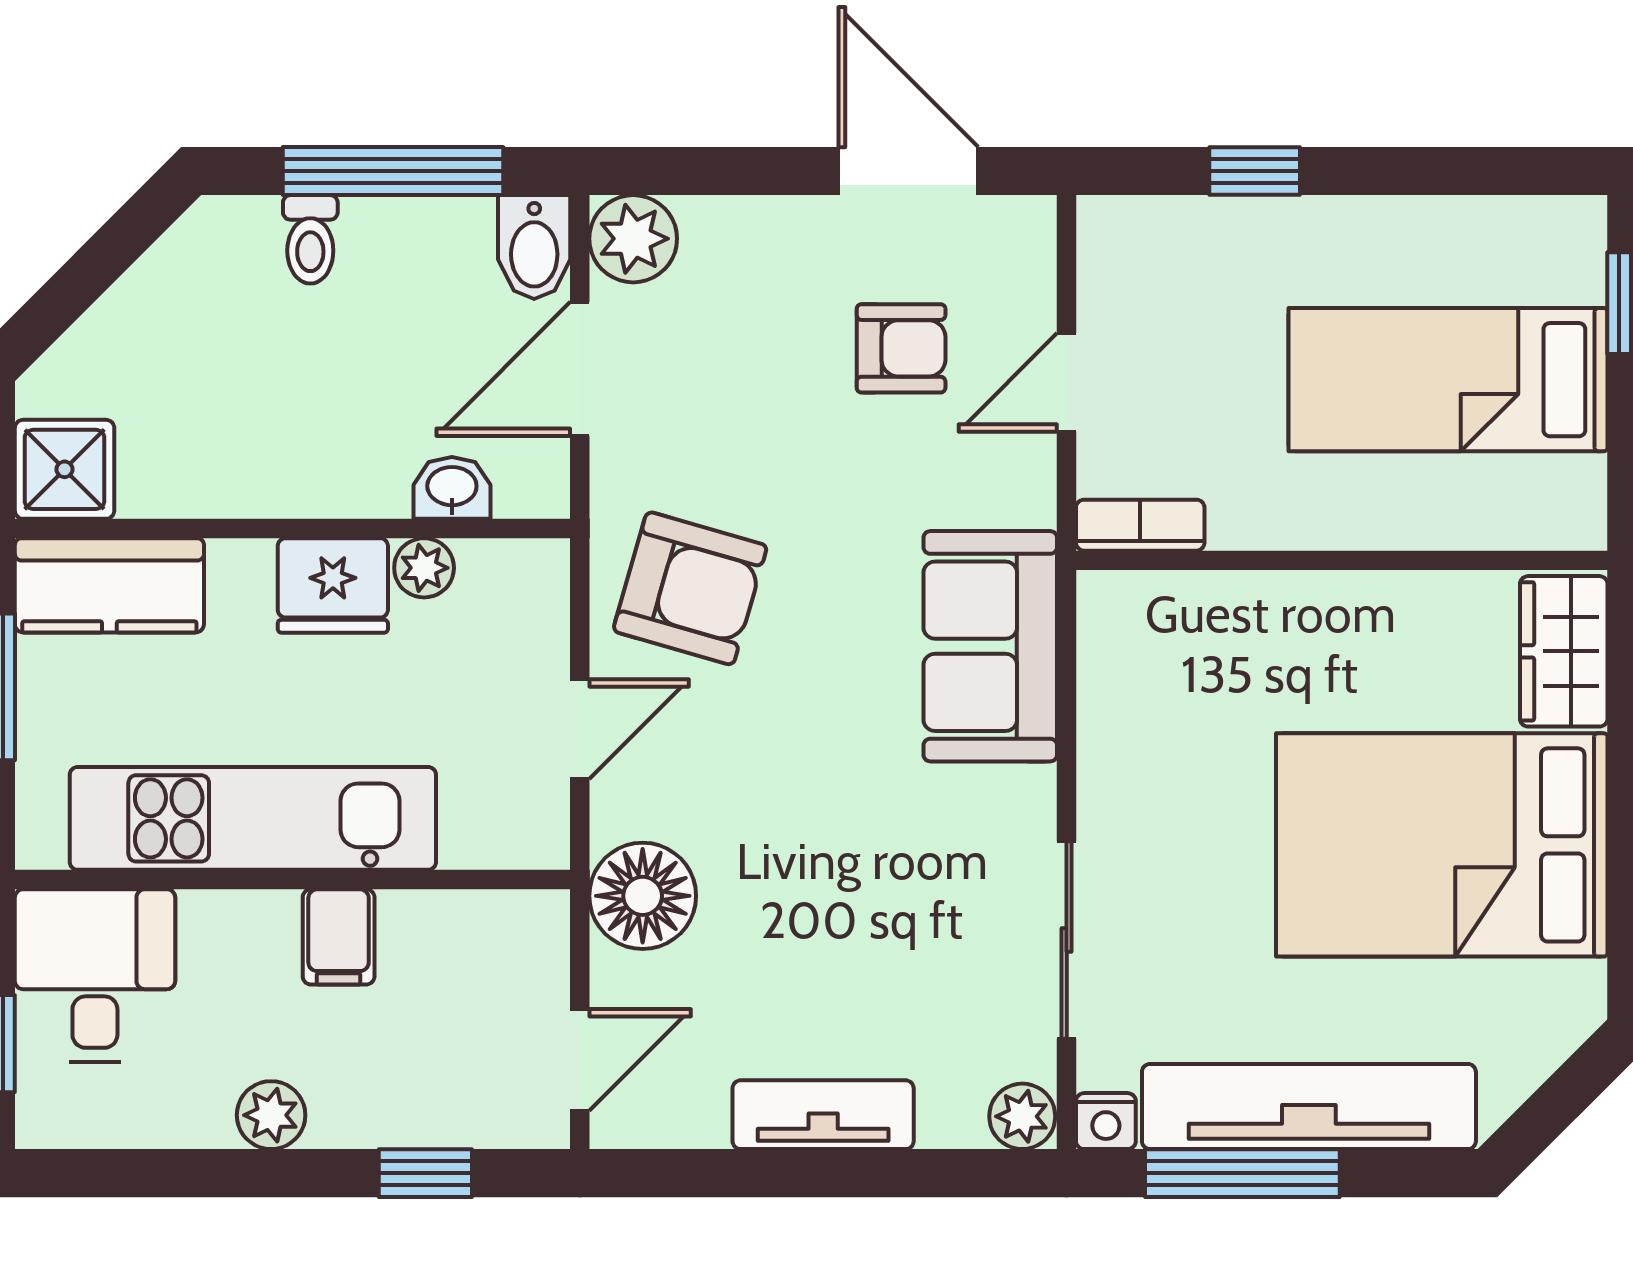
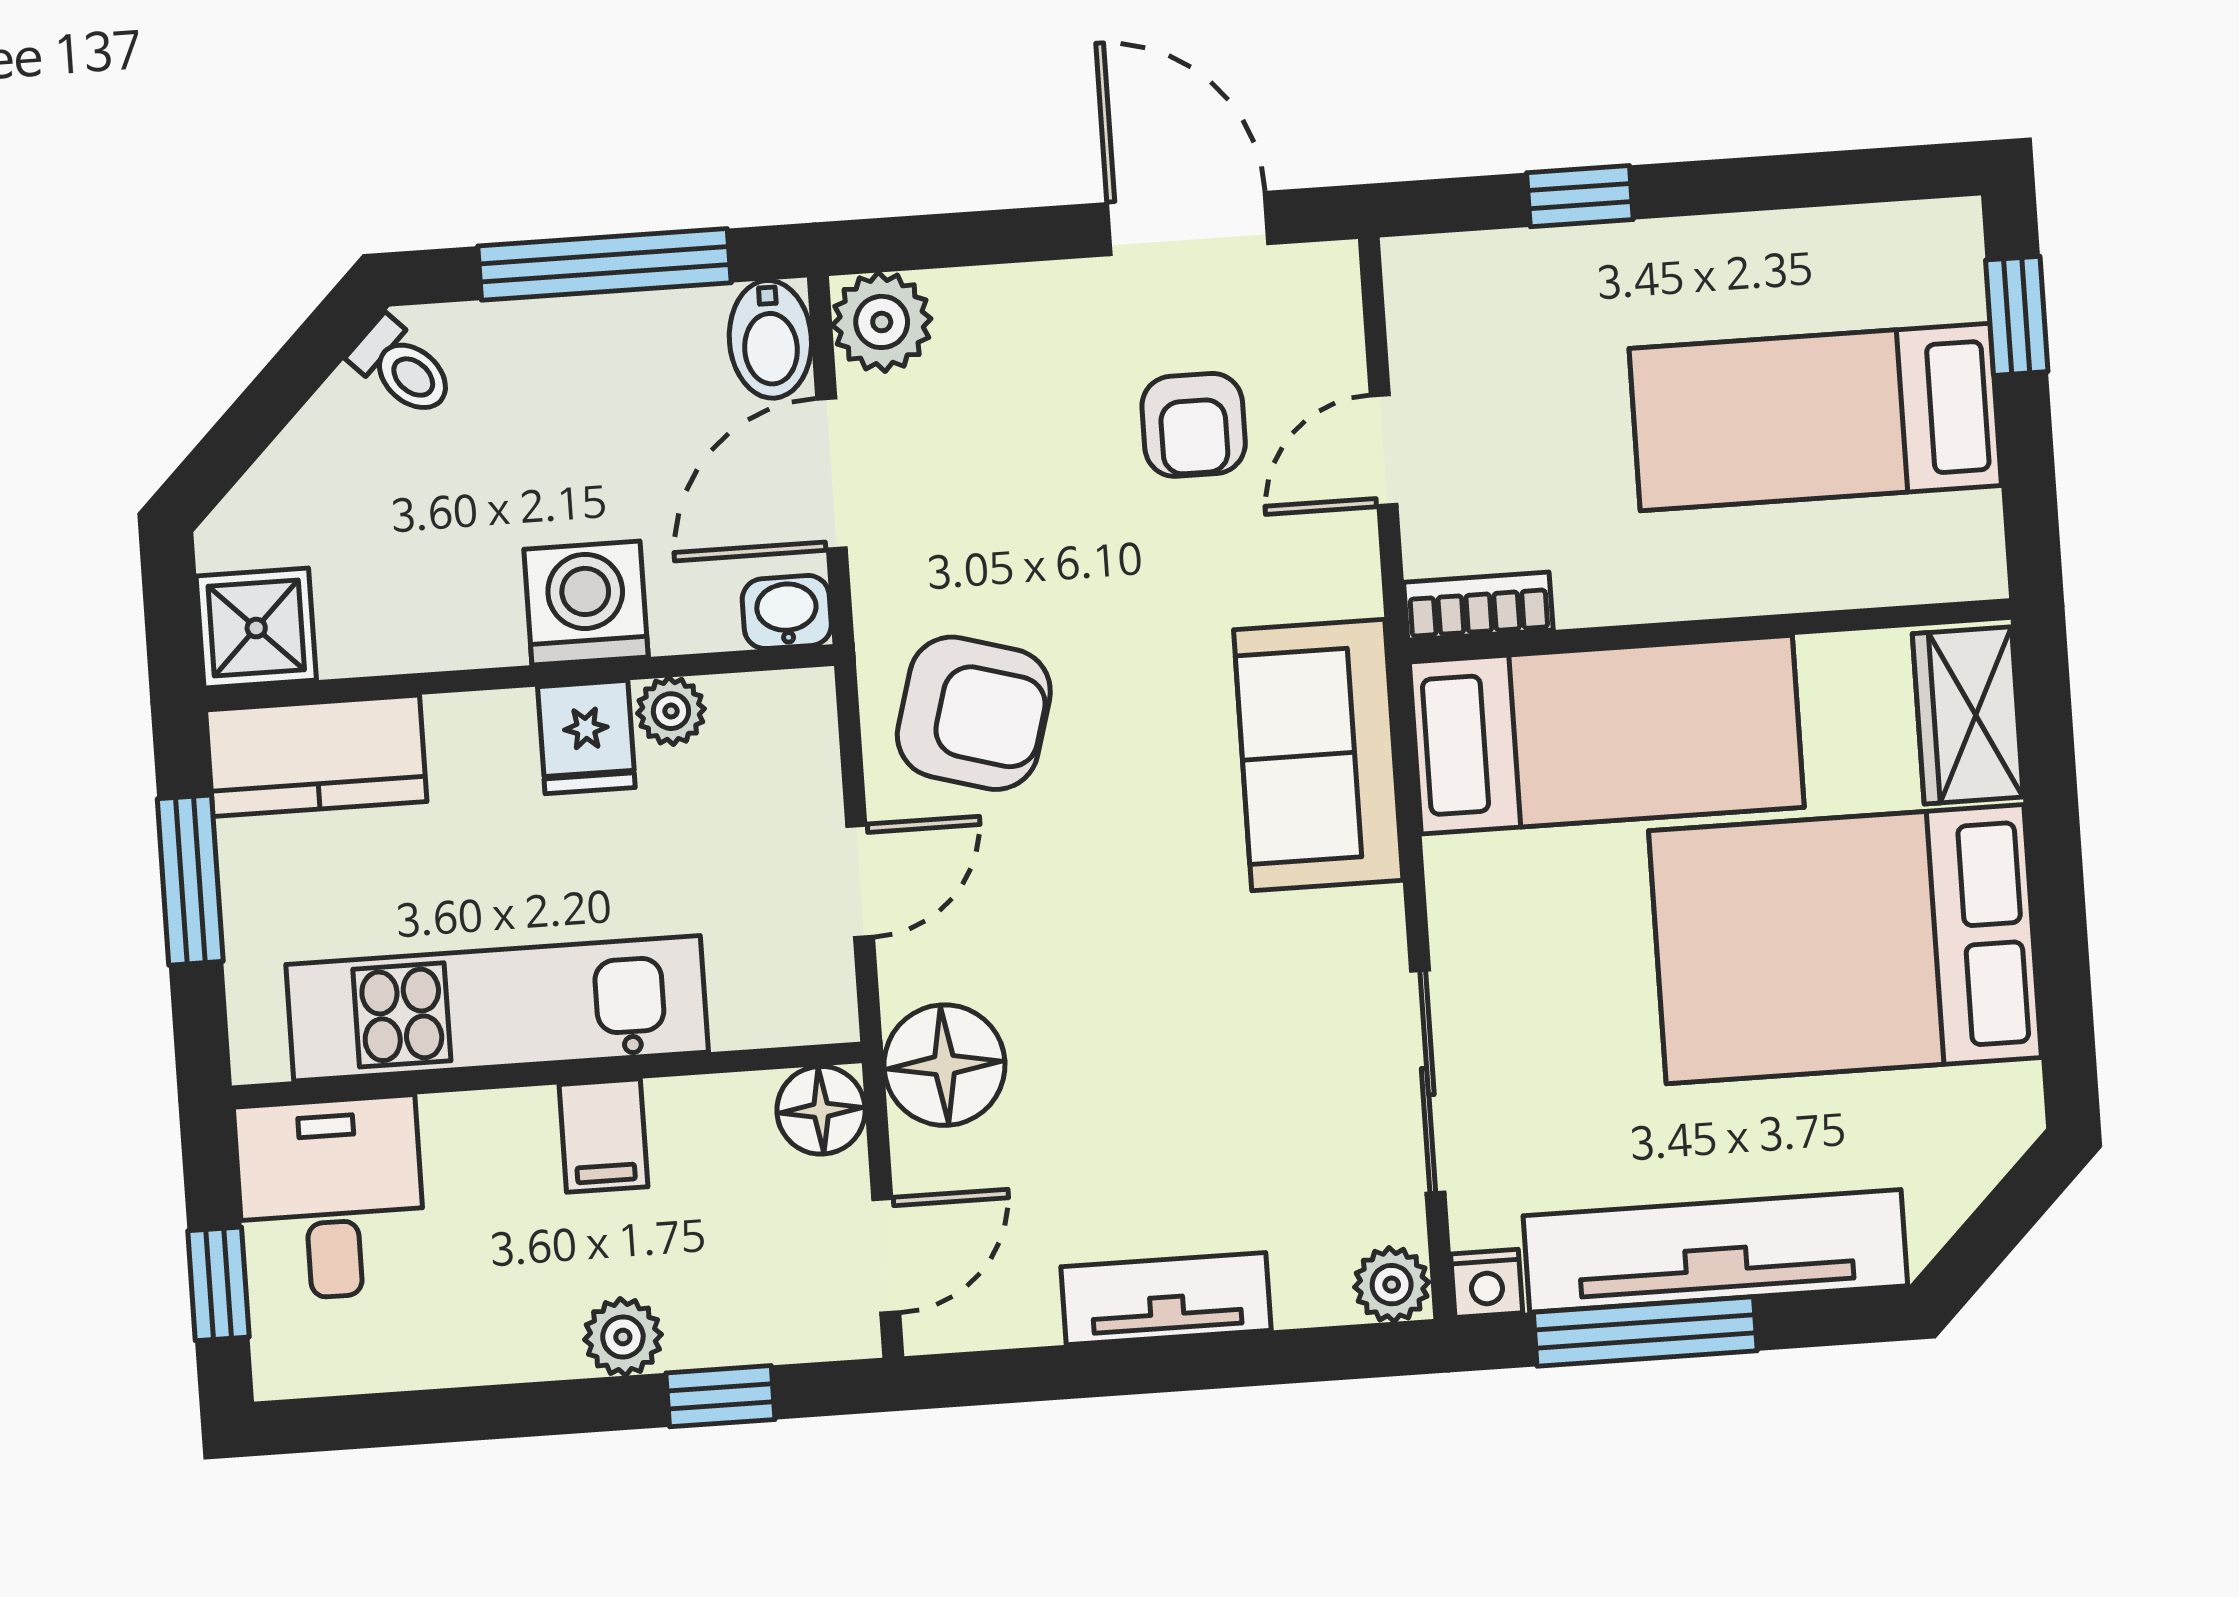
toilet: (310, 239) -> (403, 368), moved, turned -45
armchair: (901, 348) -> (1194, 425), turned 90
washing machine: (356, 468) -> (586, 603), added
washbasin: (452, 488) -> (787, 612), moved
fridge: (333, 585) -> (586, 737), width x0.72
bed: (1245, 646) -> (1607, 735), added
floor lamp: (531, 928) -> (821, 1110), added
plant: (271, 1115) -> (623, 1337), moved

